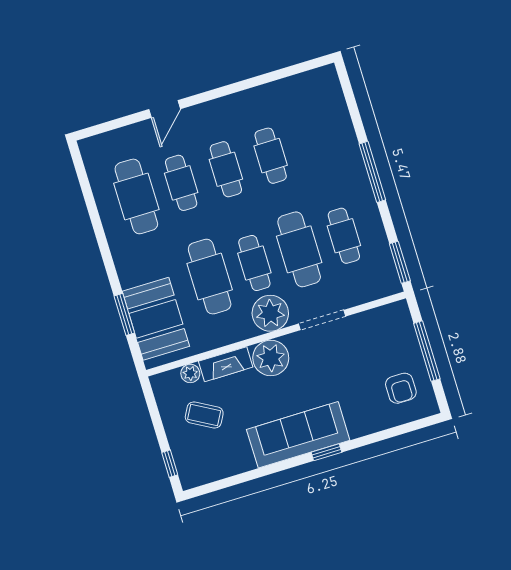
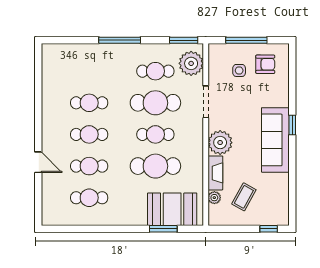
cafe table: (136, 196) -> (89, 198), width x0.73, depth x0.74
plant: (270, 313) -> (191, 63), moved
side table: (381, 354) -> (239, 70), added

